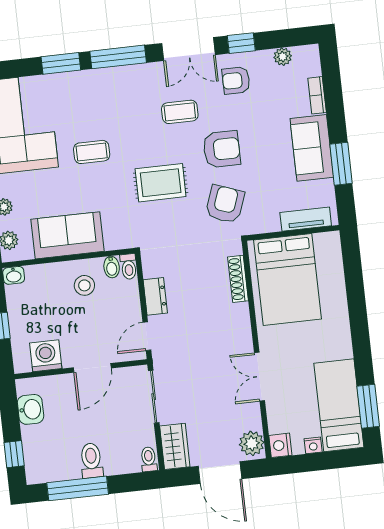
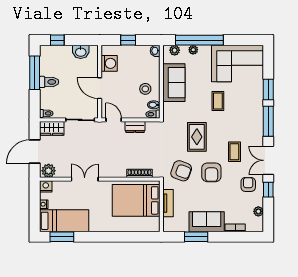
tv unit: (306, 219) -> (168, 203), moved

